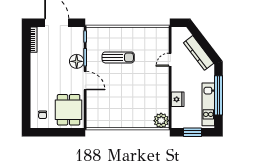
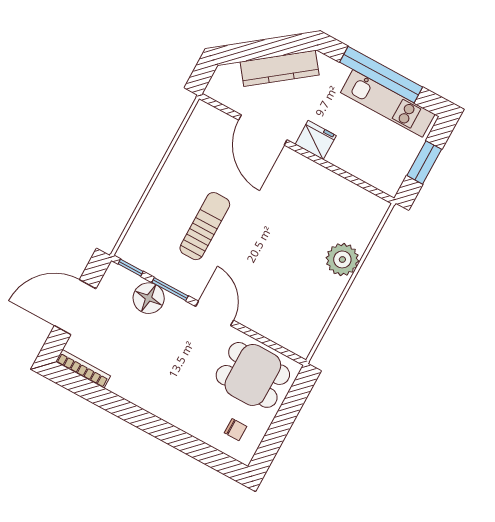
door: (170, 60) -> (263, 130), width x1.88
floor lamp: (77, 61) -> (149, 298), moved
door: (85, 81) -> (215, 313), hinge flipped
fridge: (178, 99) -> (316, 140), moved
plant: (161, 121) -> (342, 259), moved

